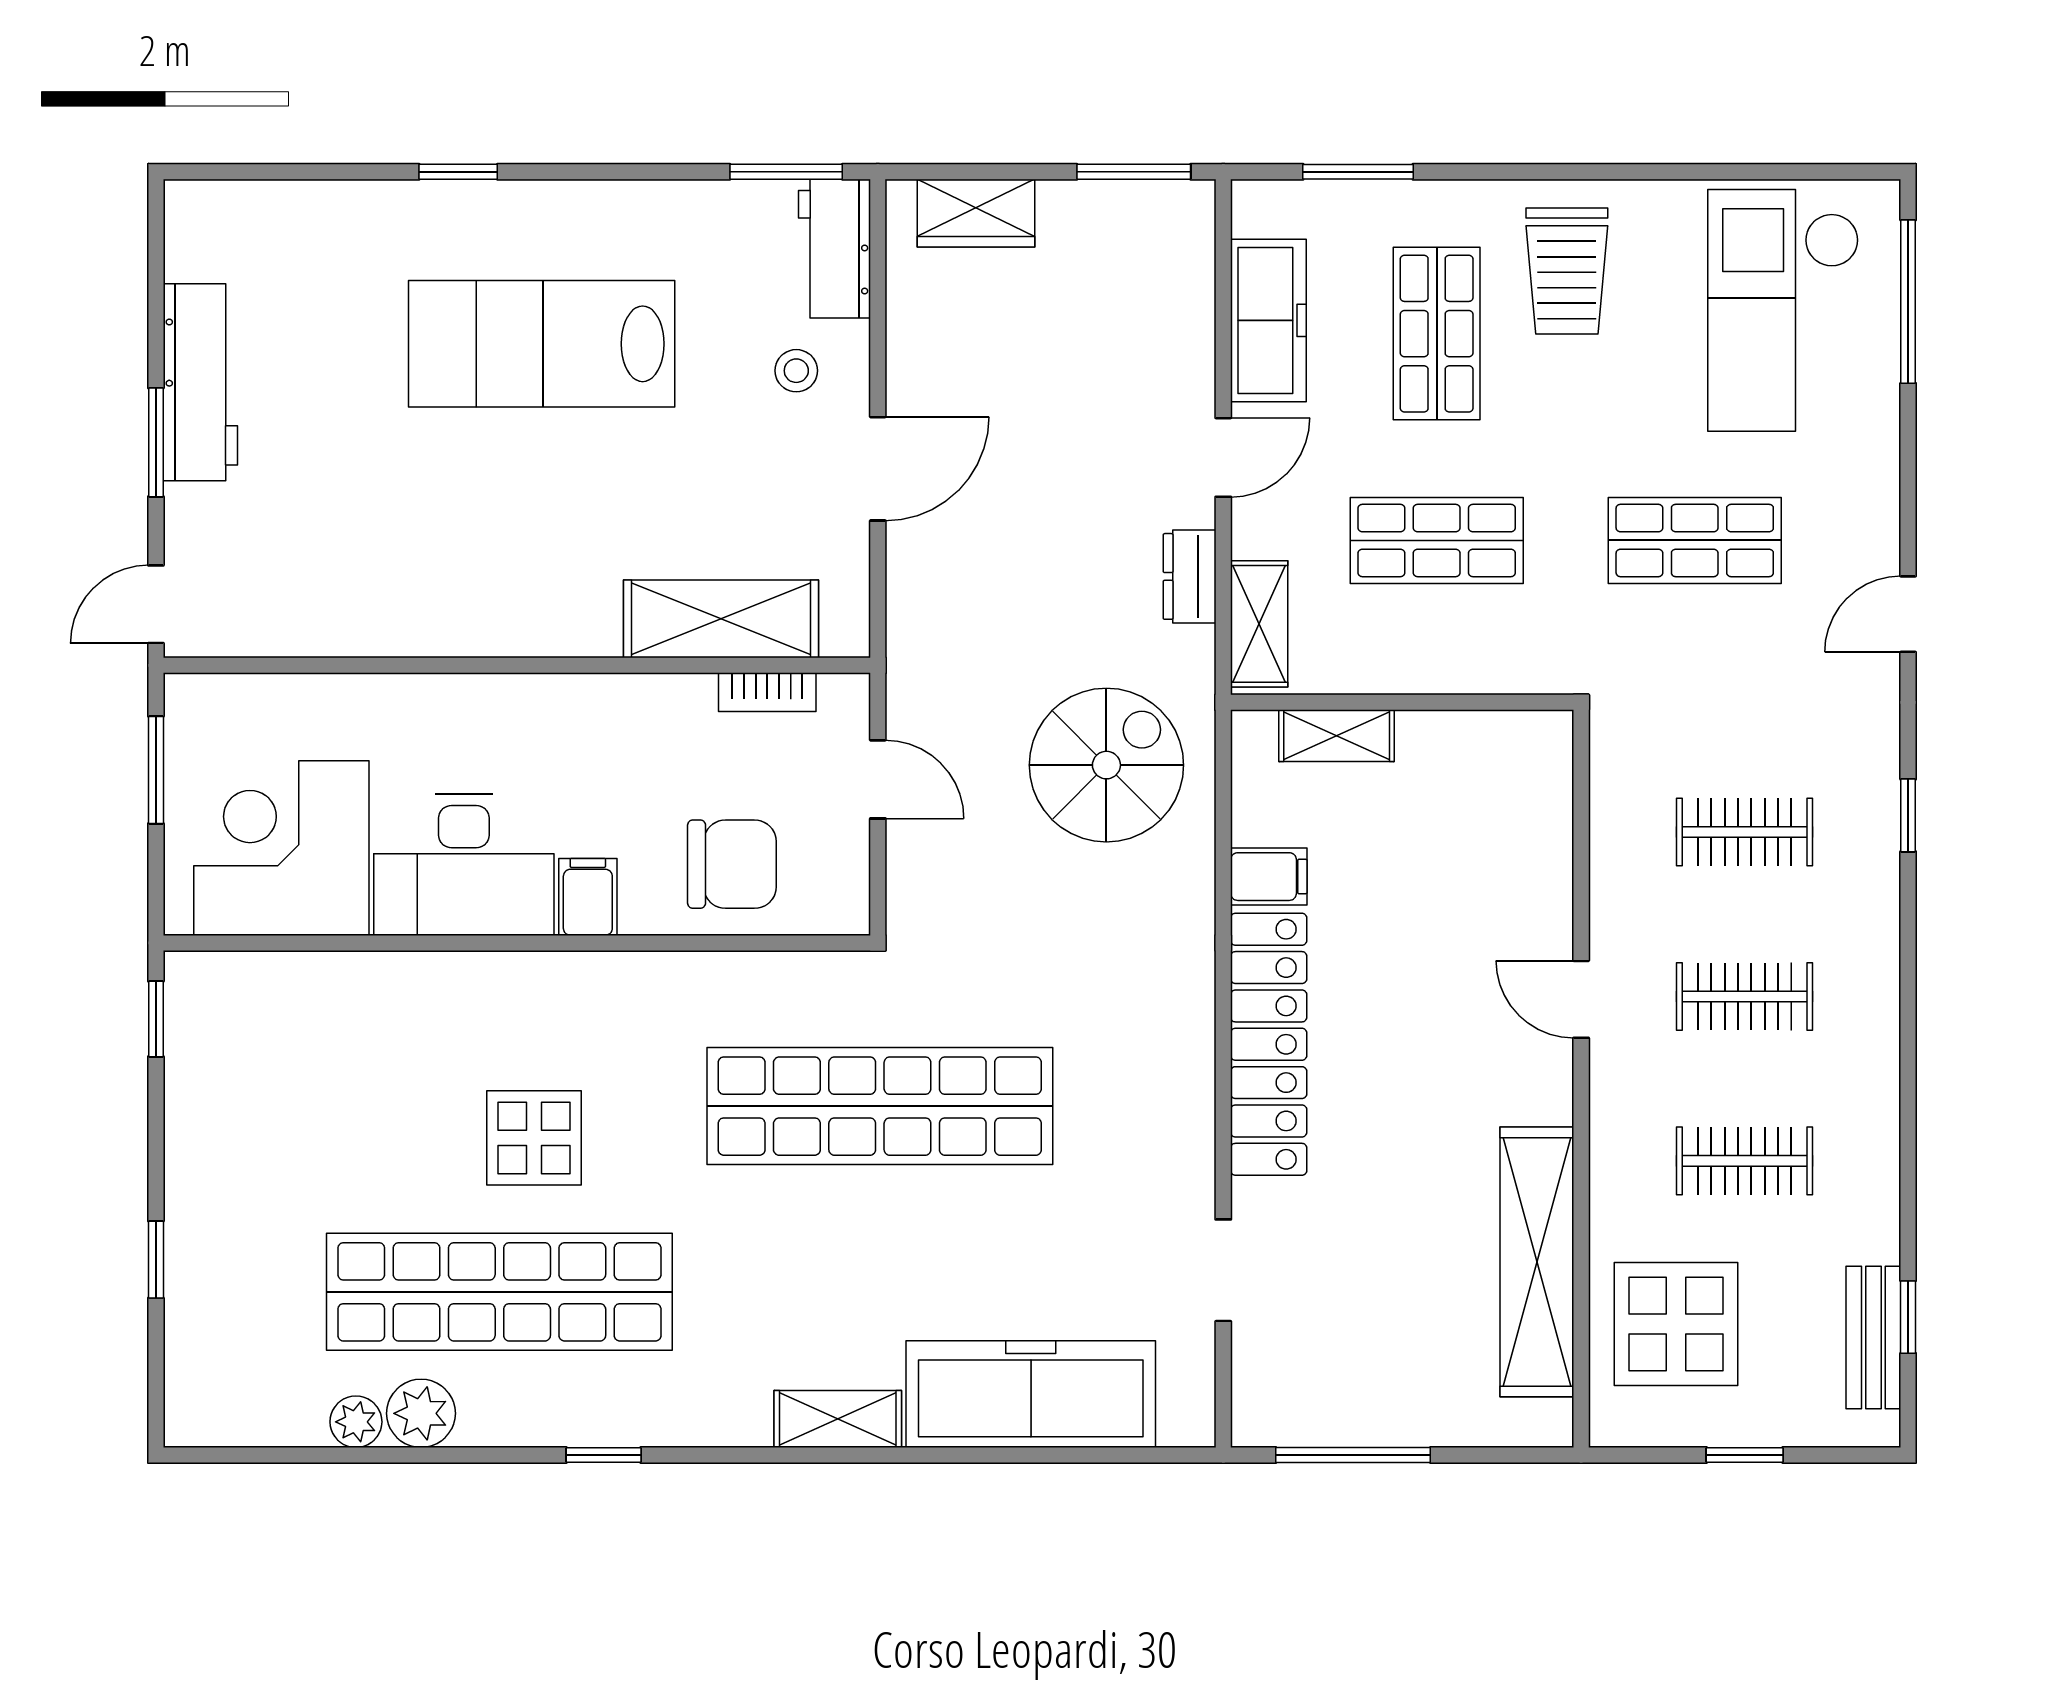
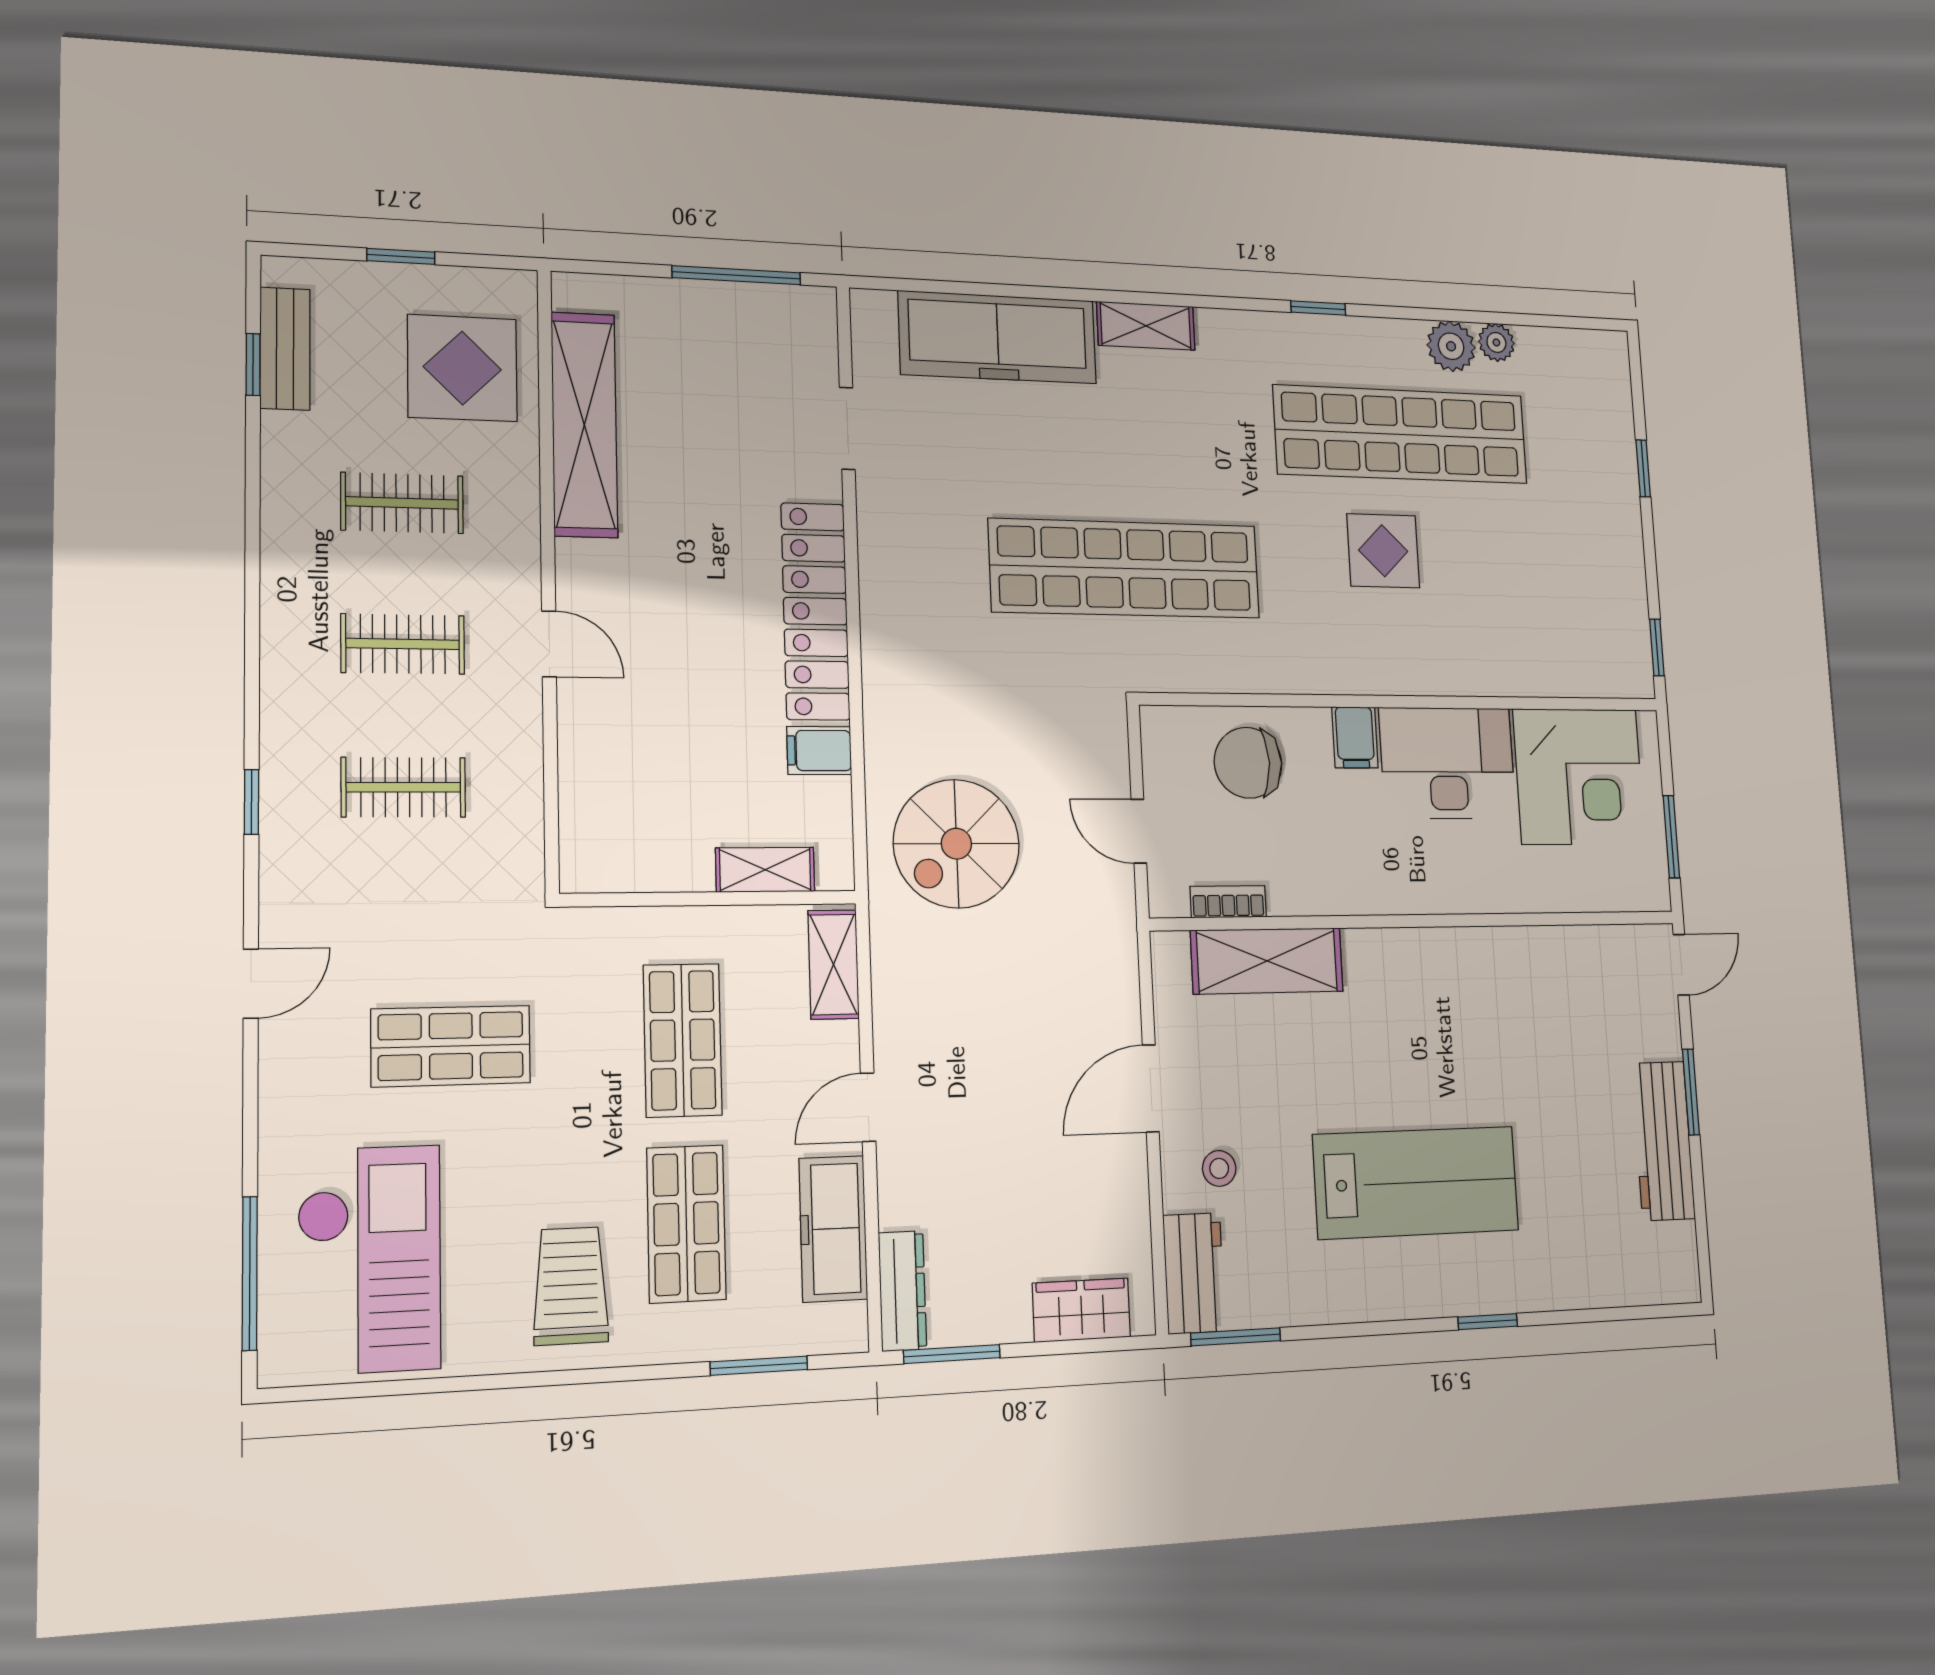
shop shelf: (1437, 540) -> (683, 1040), turned 90
dresser: (1190, 576) -> (902, 1291), moved, width x1.44

